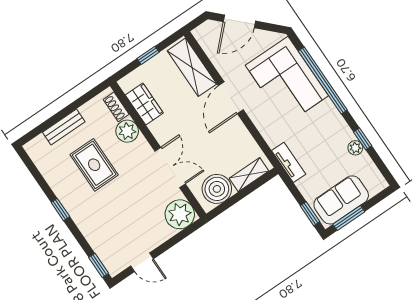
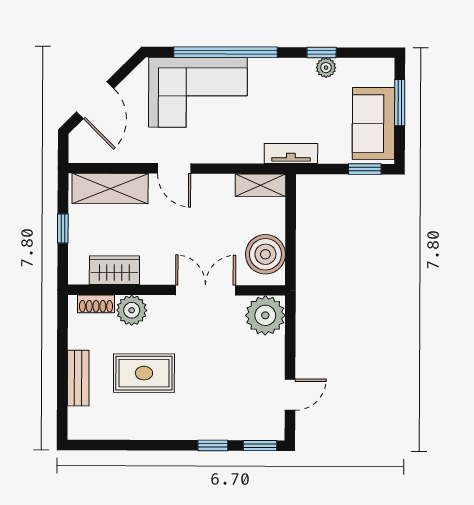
door: (231, 98) -> (174, 168), width x0.73
shelving: (249, 175) -> (260, 185), moved, turned 90
window: (60, 210) -> (213, 445), moved
window: (349, 218) -> (400, 103), moved

